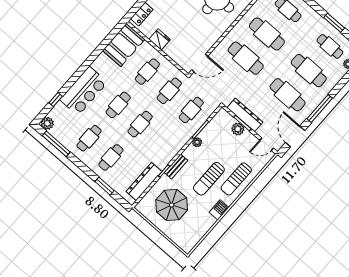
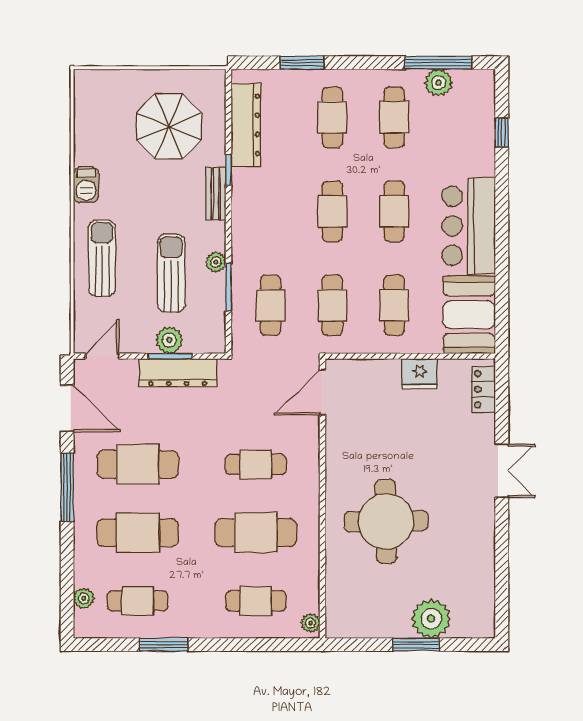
cafe table: (246, 58) -> (256, 464), width x0.73, depth x0.74
bar counter: (84, 91) -> (469, 226), moved
plant: (47, 123) -> (439, 83), moved
sun lounger: (209, 179) -> (171, 273), moved

